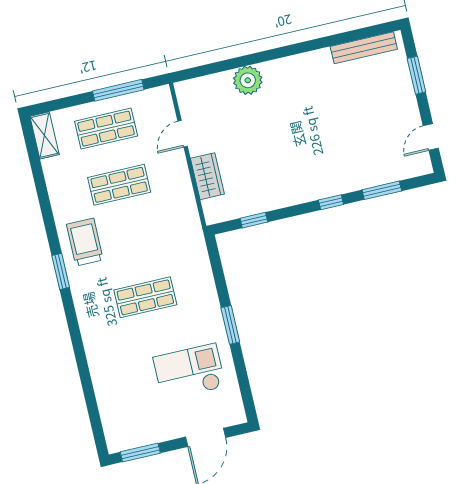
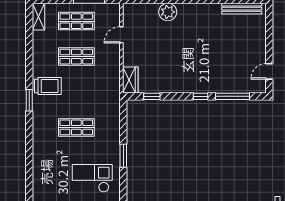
window: (416, 75) -> (269, 32), removed
wardrobe: (207, 176) -> (130, 80), moved
window: (382, 190) -> (233, 96), width x1.44
trolley: (85, 242) -> (48, 86), turned 90

